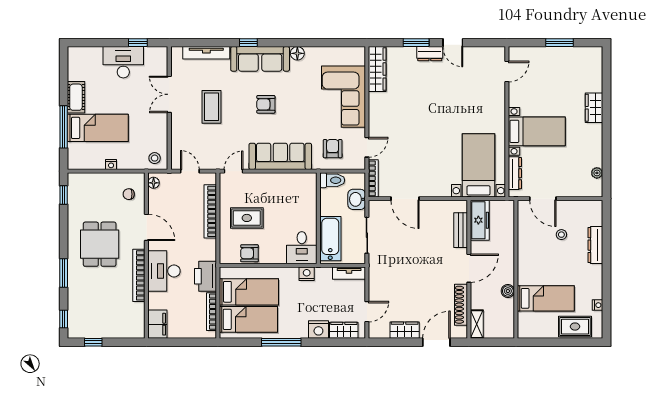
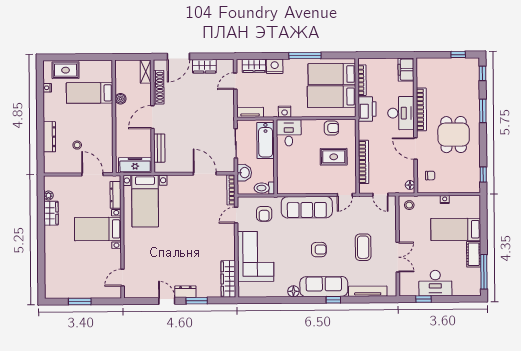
wardrobe: (594, 108) -> (51, 213), moved
window: (64, 127) -> (484, 272), moved
freezer: (480, 220) -> (135, 165), moved, turned 90

